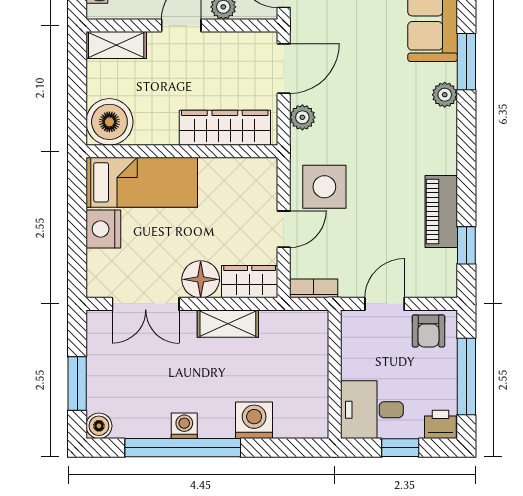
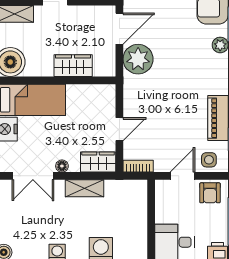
plant: (302, 117) -> (138, 59), width x1.88, depth x1.88
wardrobe: (225, 128) -> (73, 66), width x0.67
side table: (324, 187) -> (209, 160), moved, width x0.54, depth x0.54
floor lamp: (201, 279) -> (62, 166), width x0.53, depth x0.53

